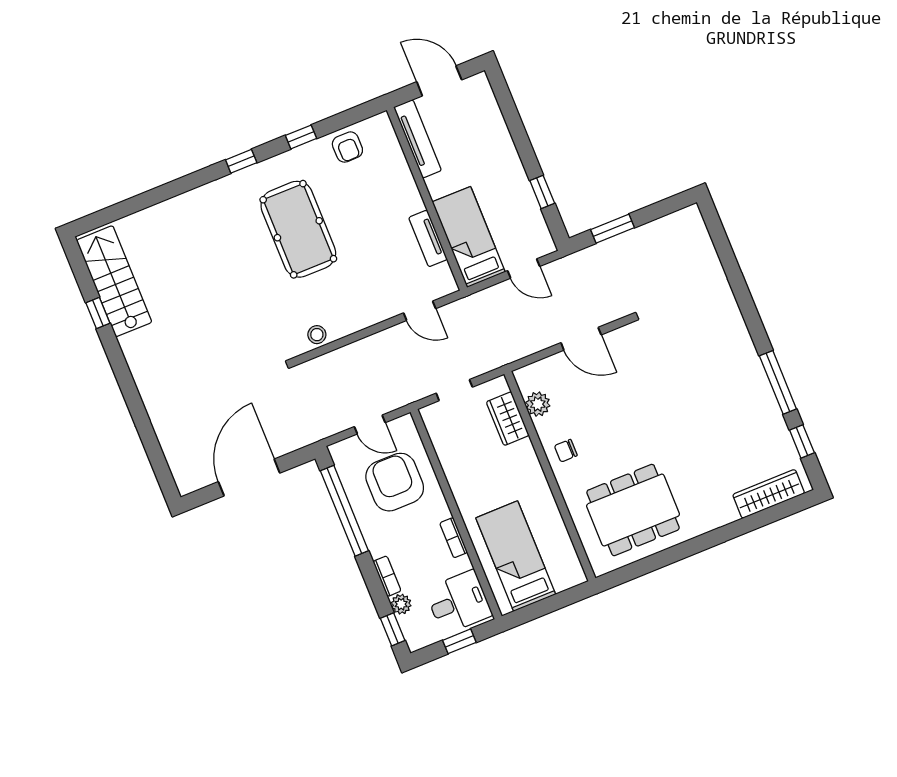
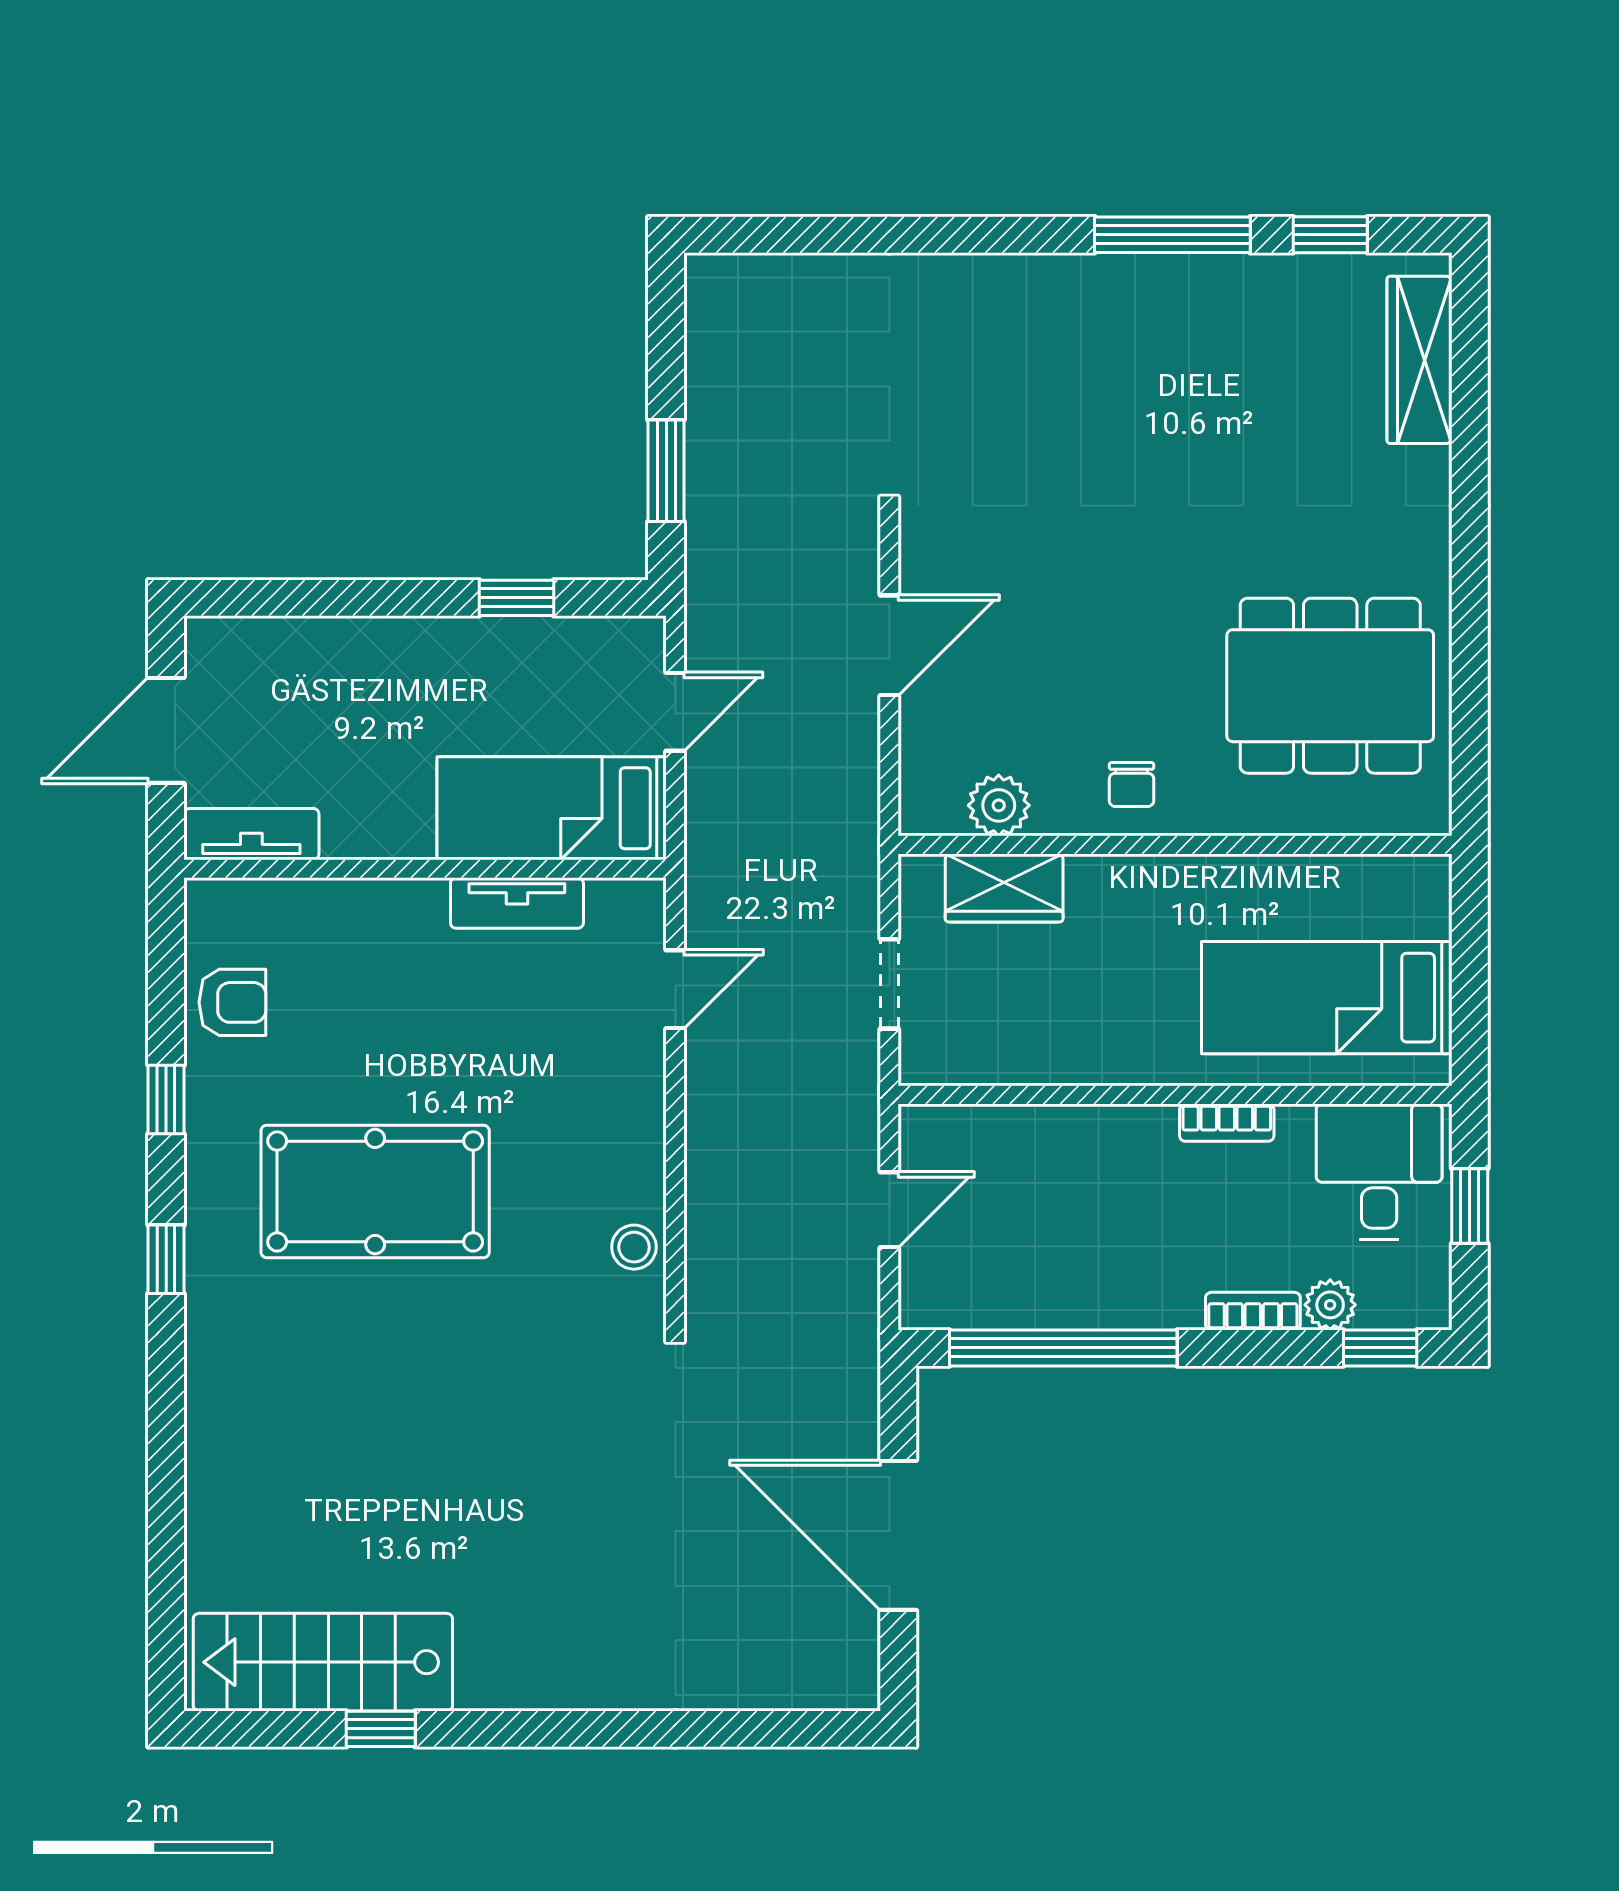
tv unit: (418, 139) -> (251, 834), width x0.71
armchair: (395, 482) -> (1044, 1206), removed
dining table: (633, 510) -> (1330, 686), turned 90

